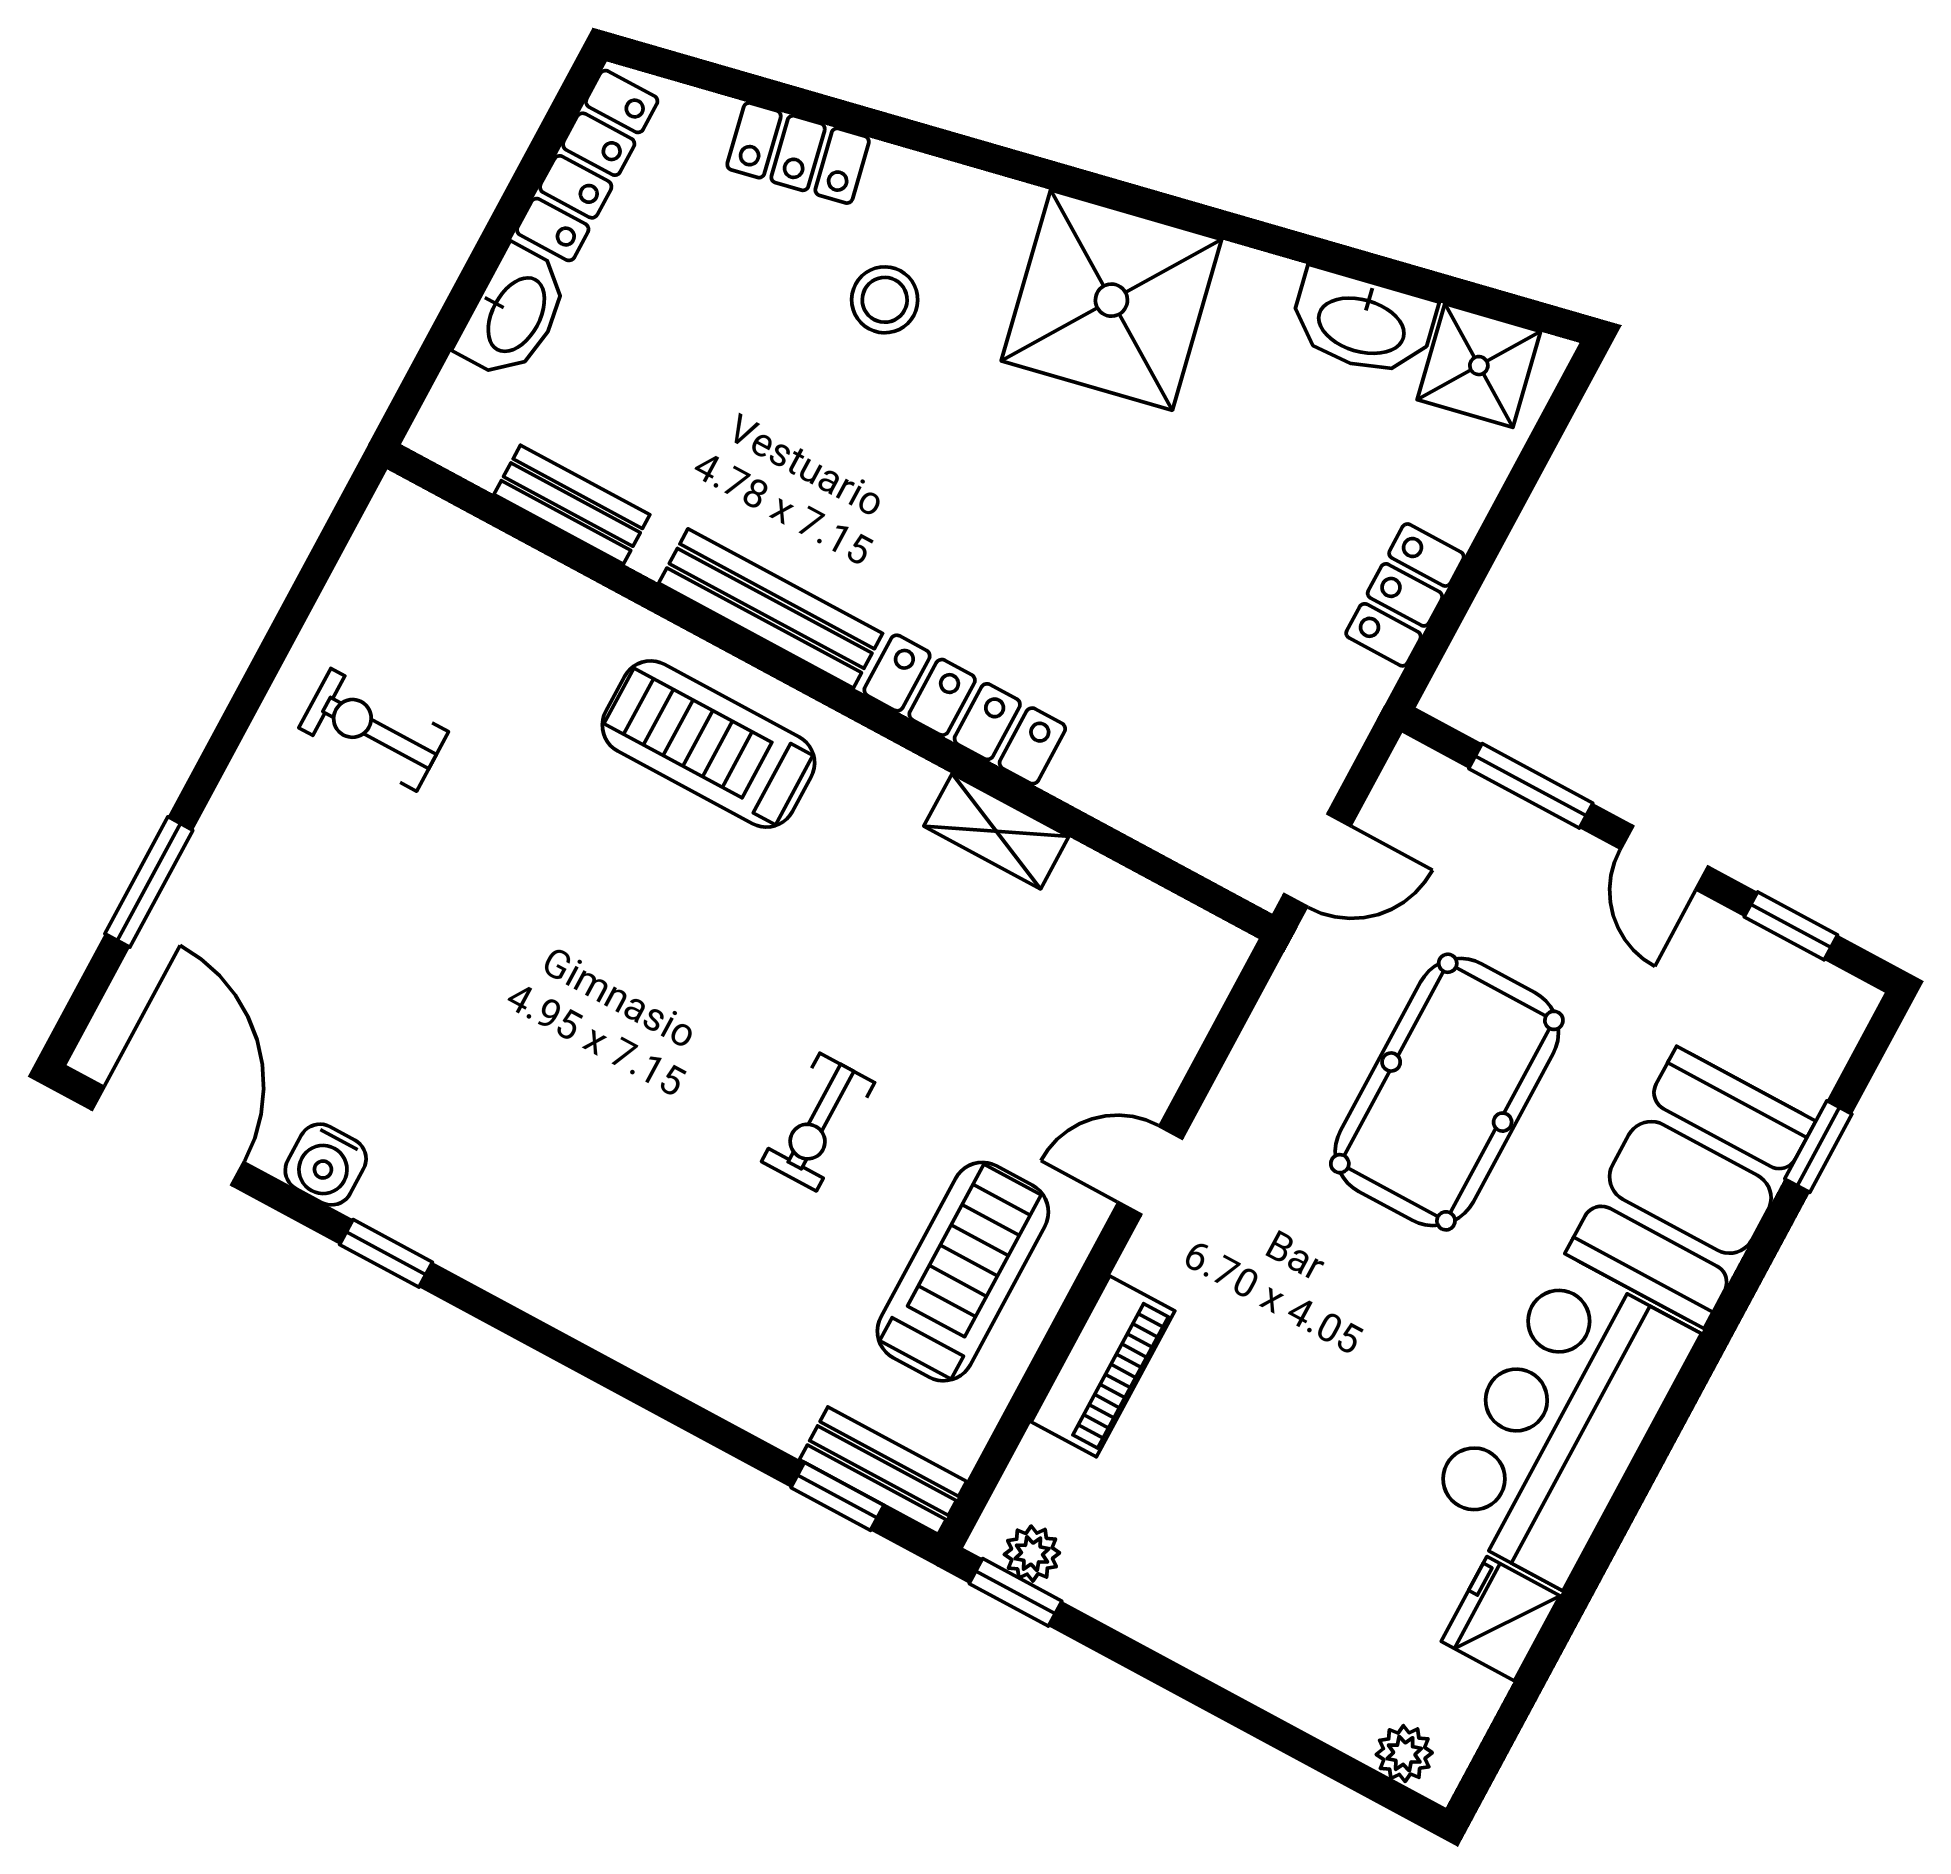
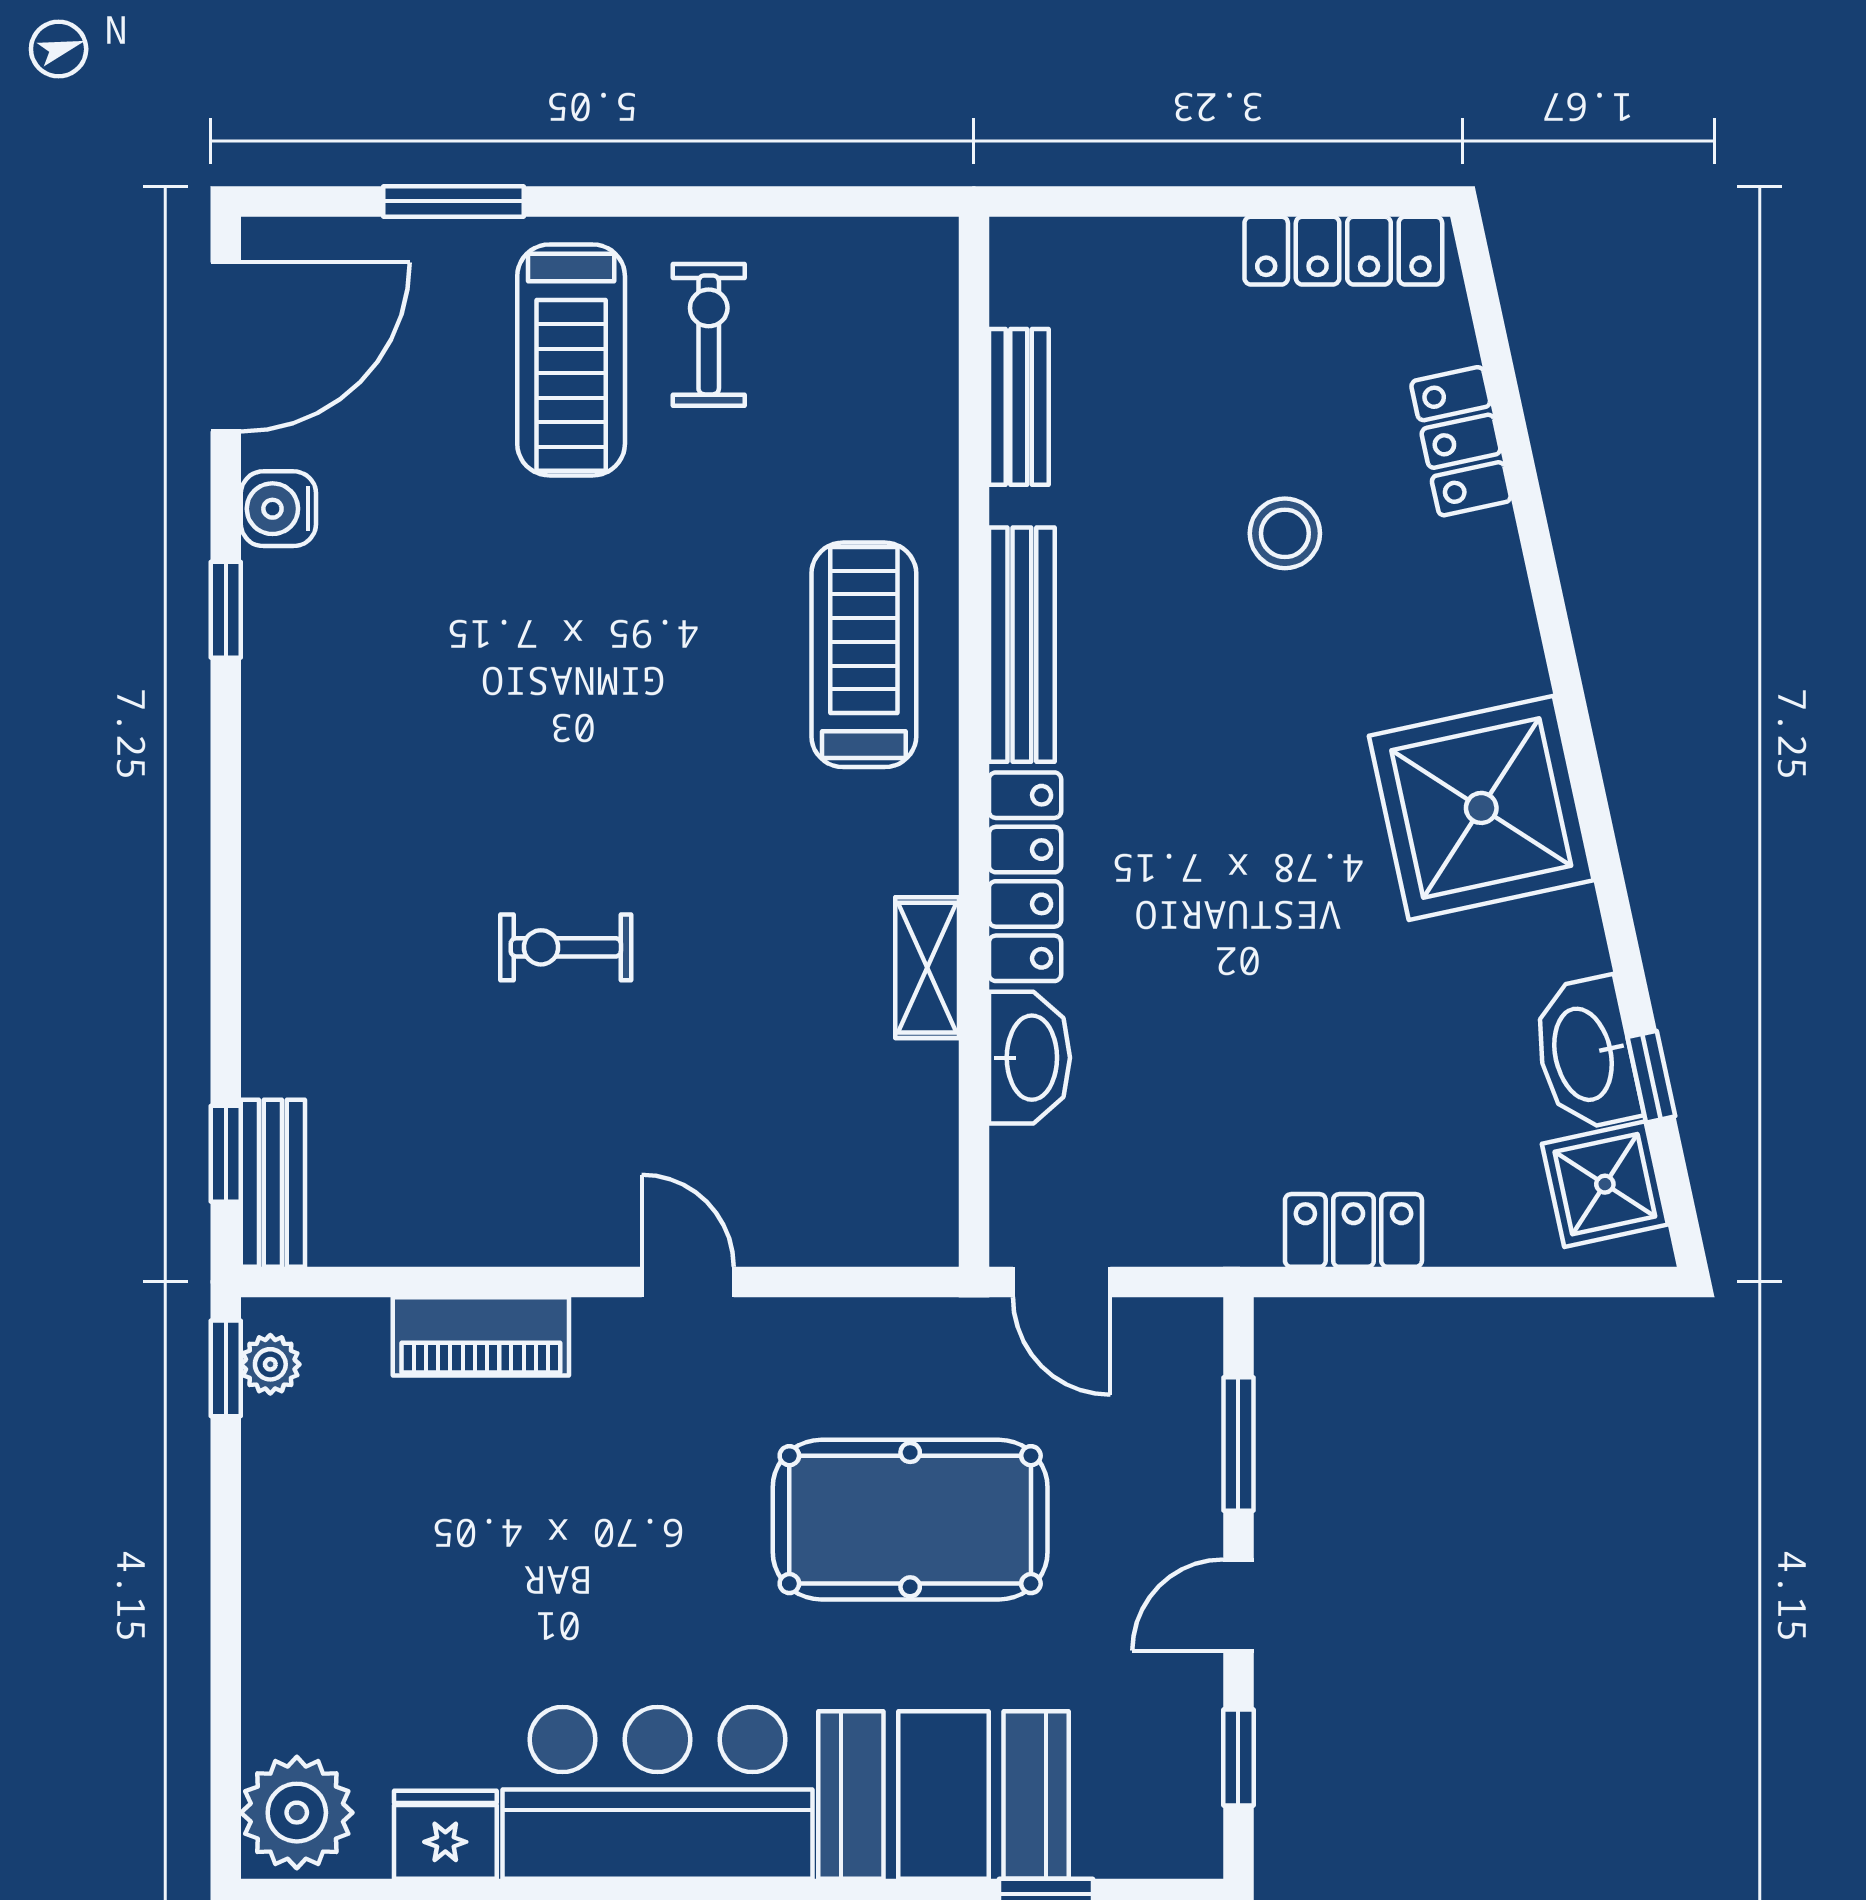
window: (1410, 279) -> (1651, 1077), added
stool: (885, 300) -> (1285, 533), moved
washbasin: (514, 314) -> (1029, 1058), moved, turned -90
treadmill: (963, 1272) -> (571, 360), moved, turned 90
plant: (1404, 1754) -> (297, 1813), width x1.88, depth x1.88

